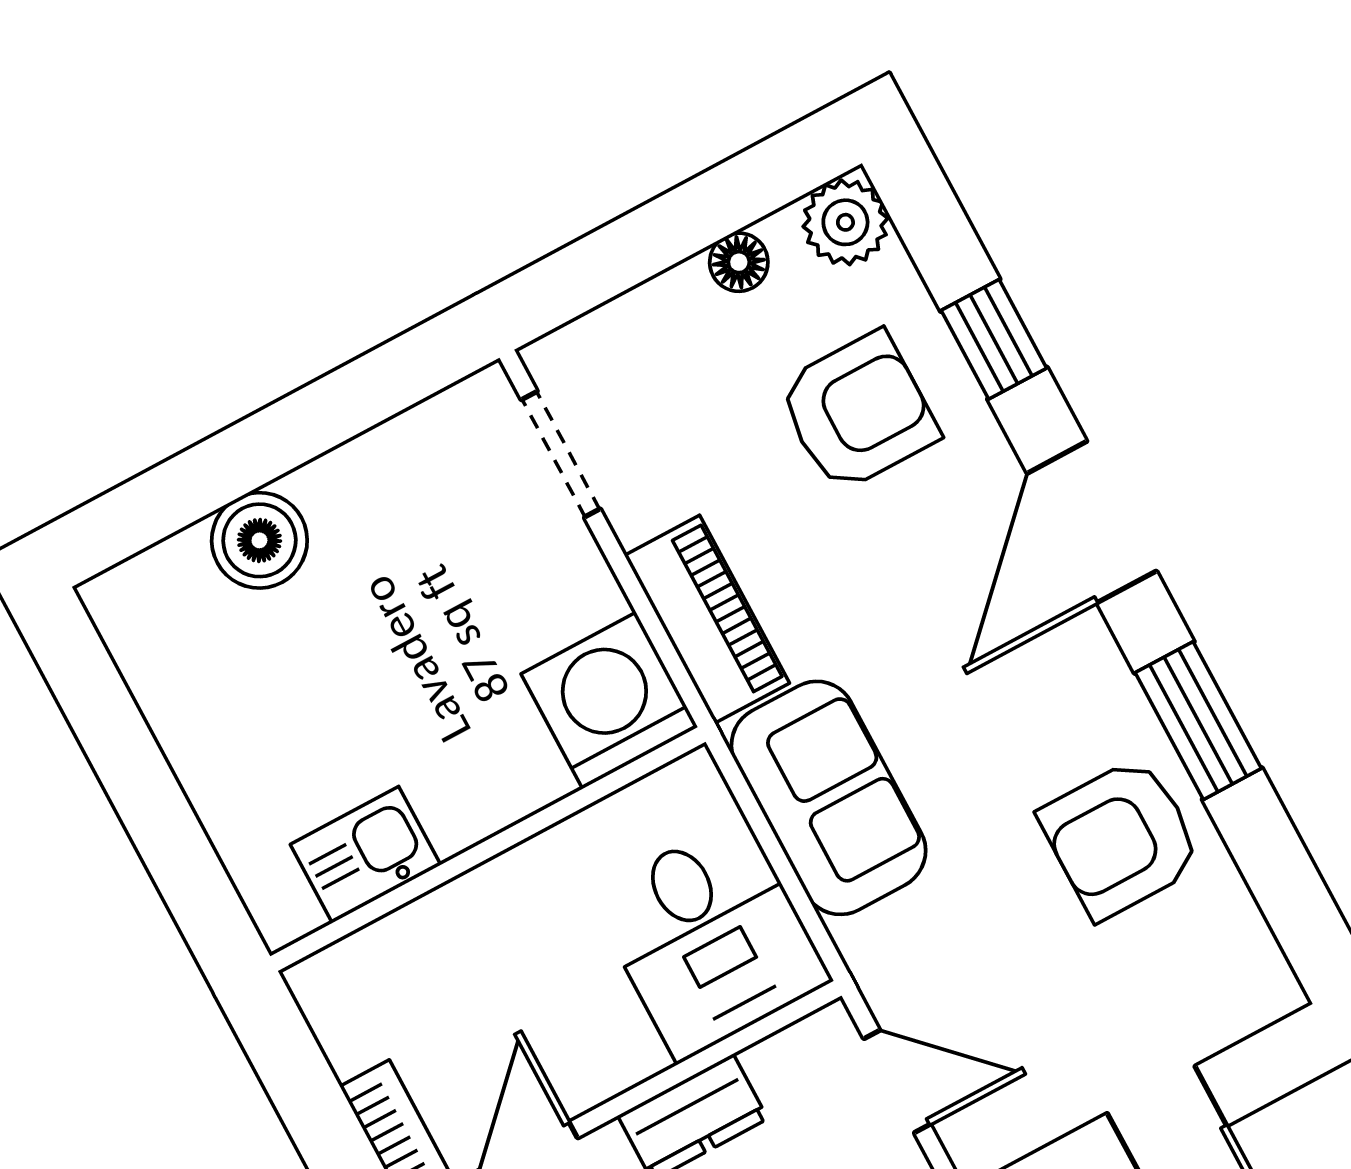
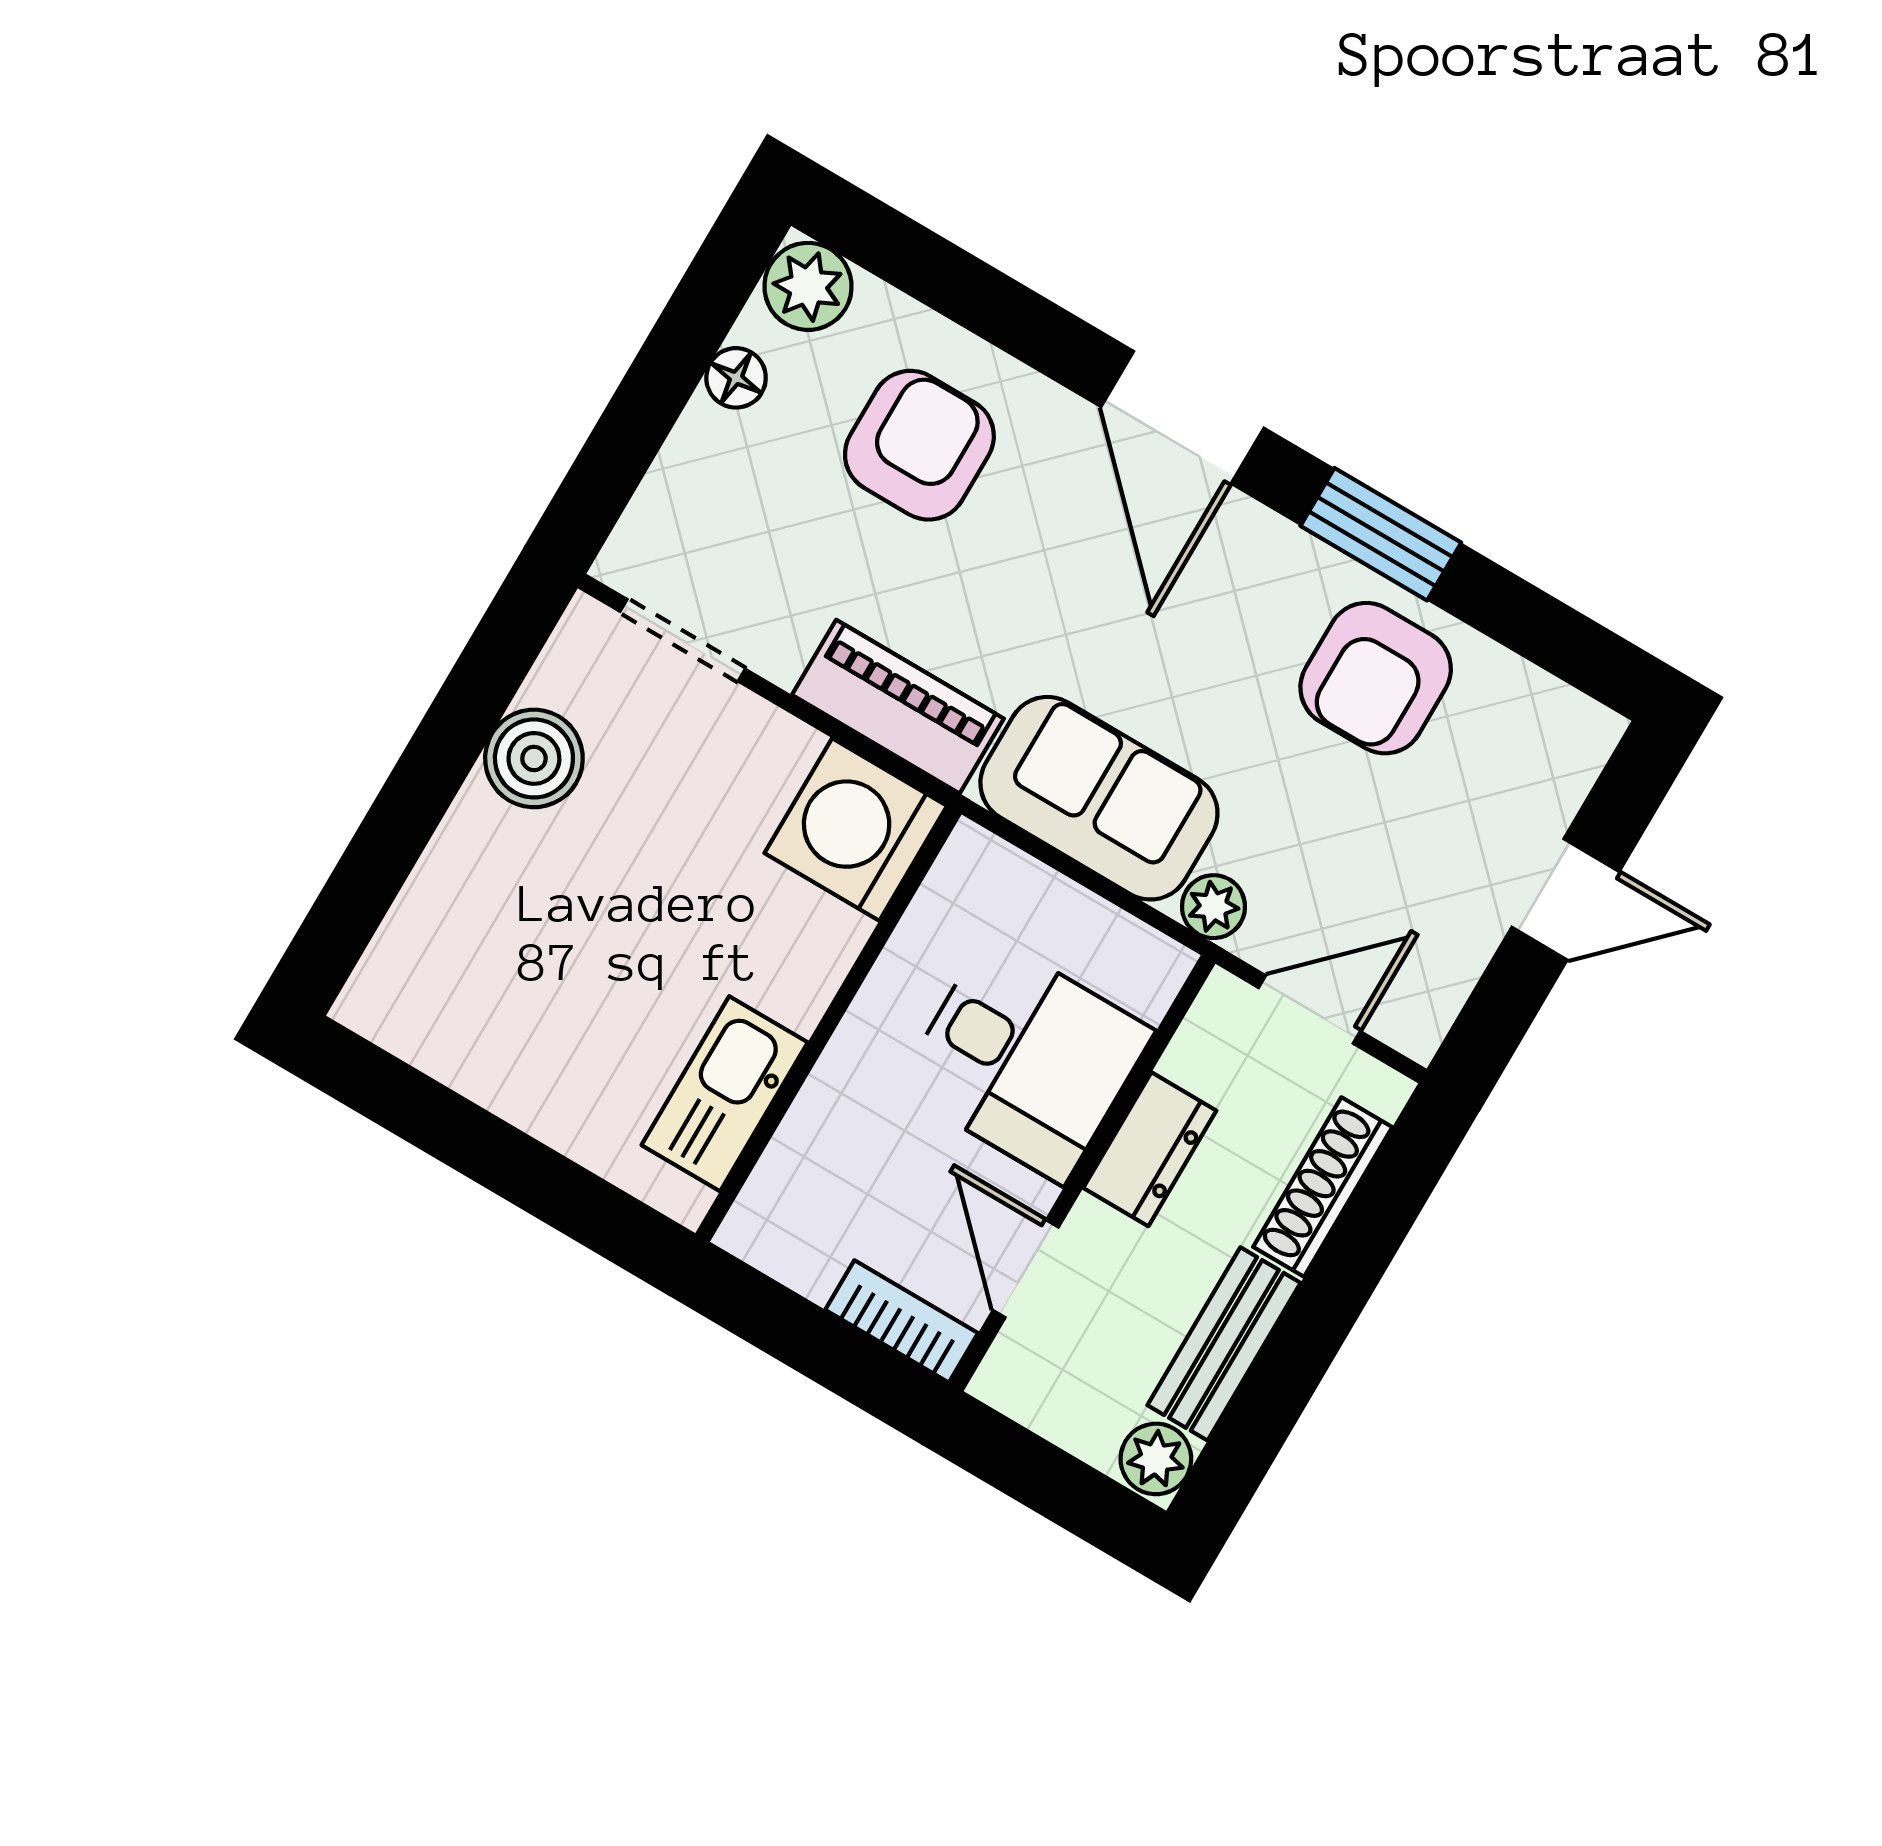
window: (994, 339) -> (1000, 310), removed
boiler: (259, 540) -> (534, 758), moved
kitchen sink: (366, 855) -> (725, 1094), width x1.38
desk: (710, 938) -> (1026, 1059), moved
plant: (869, 947) -> (1213, 907), added

